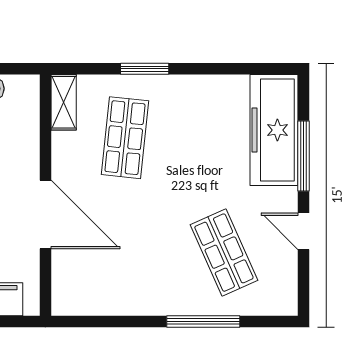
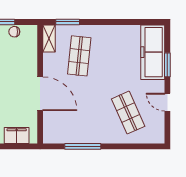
window: (145, 69) -> (68, 22), moved
window: (304, 156) -> (167, 65), width x0.69
window: (203, 321) -> (83, 146), moved

